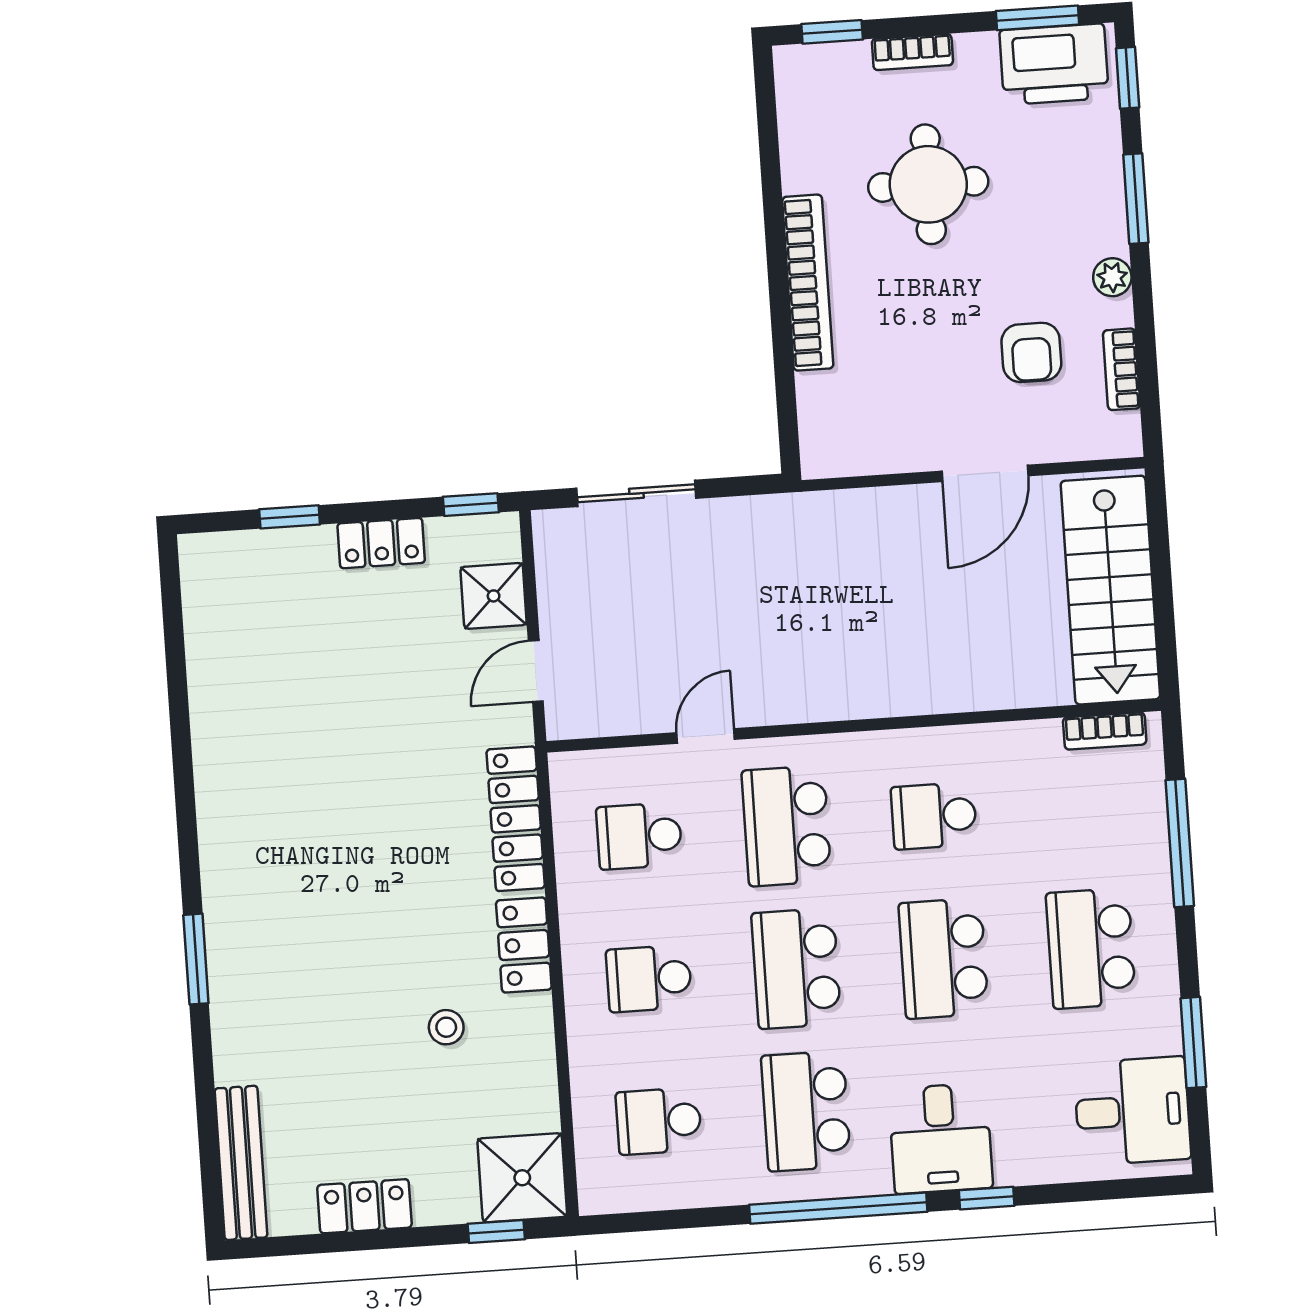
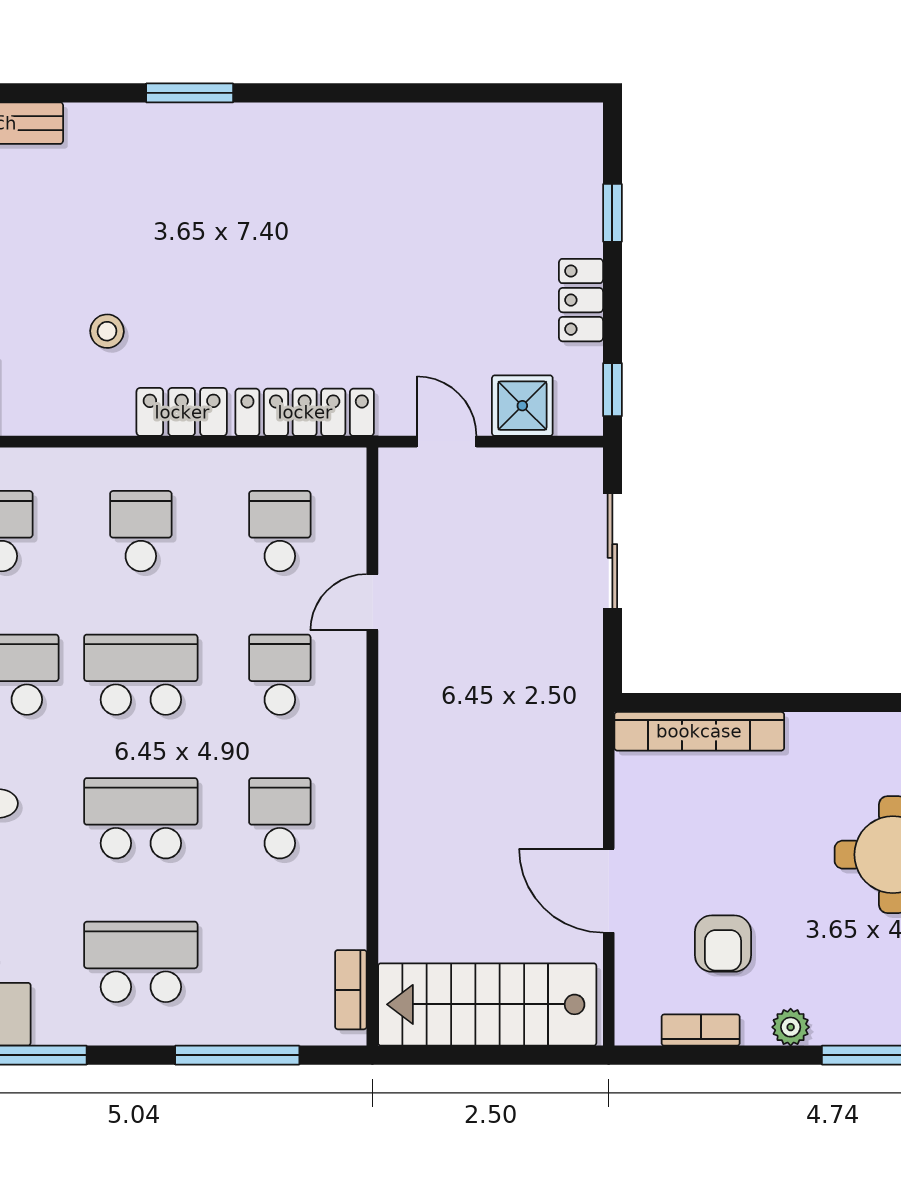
bookcase: (808, 283) -> (699, 731), moved
armchair: (1031, 352) -> (723, 944), turned -90
door: (706, 736) -> (372, 602), swing flipped
school desk: (787, 826) -> (280, 675), width x0.54

